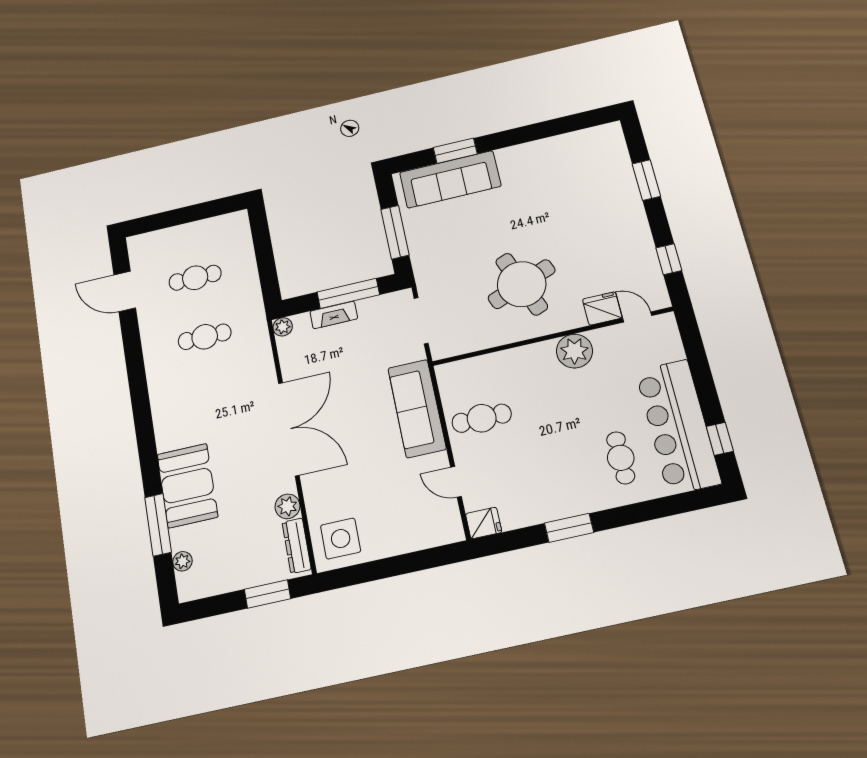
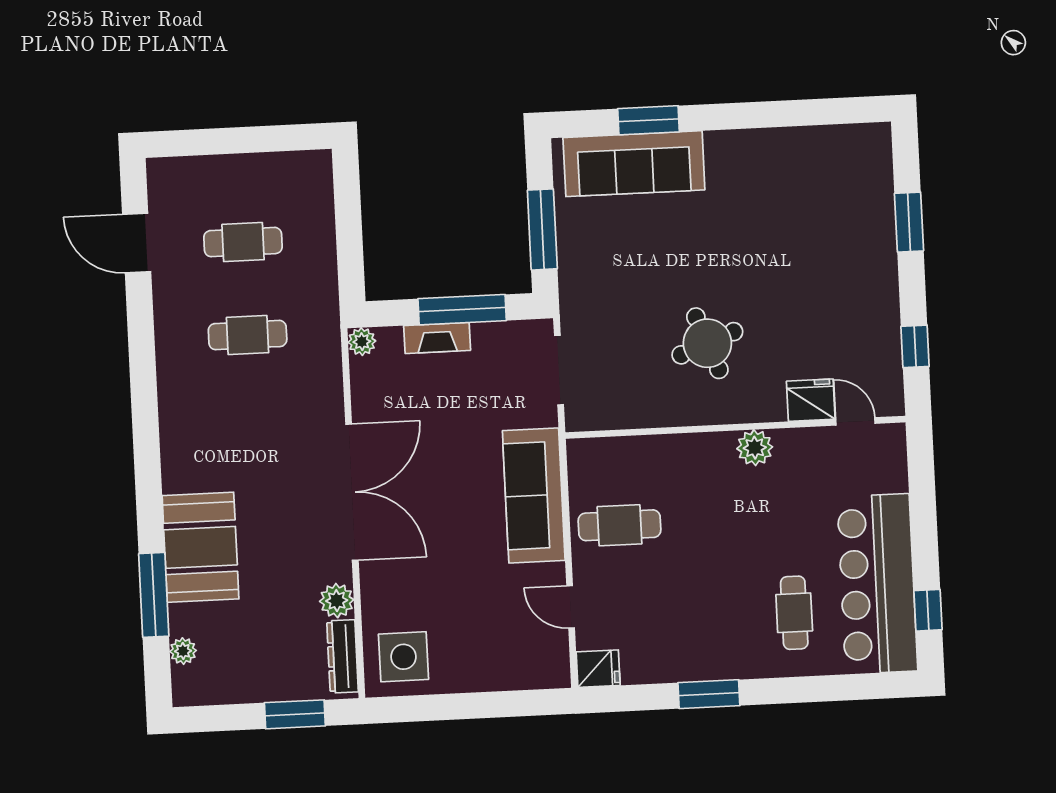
round table: (522, 284) -> (707, 343), width x0.73, depth x0.73
plant: (574, 351) -> (755, 448), width x0.73, depth x0.73

